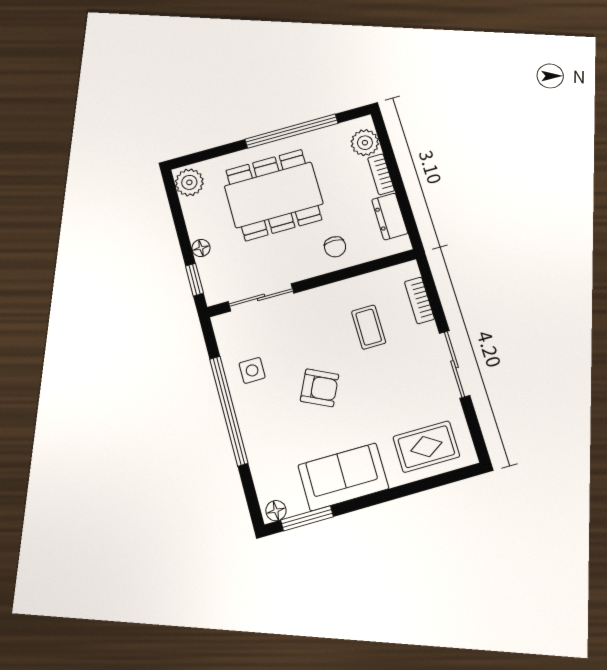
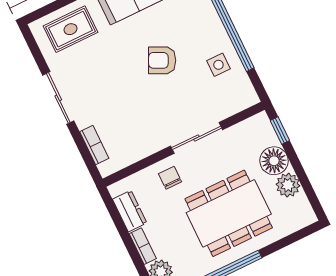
plant: (189, 182) -> (288, 185), moved
floor lamp: (201, 248) -> (274, 161), width x1.89, depth x1.89
sliding door: (261, 297) -> (197, 138), moved
coffee table: (369, 327) -> (131, 116), removed

